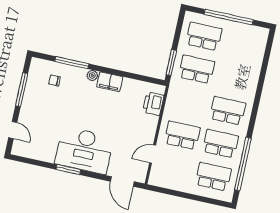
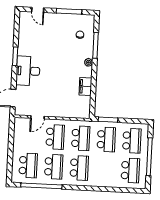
school desk: (242, 45) -> (130, 170), added
filing cabinet: (110, 82) -> (85, 86), moved
school desk: (189, 102) -> (81, 138), added
printer: (153, 104) -> (75, 111), removed
door: (13, 130) -> (38, 10), hinge flipped
desk: (84, 150) -> (28, 71), width x0.73, depth x0.77
door: (153, 154) -> (37, 117), swing flipped

